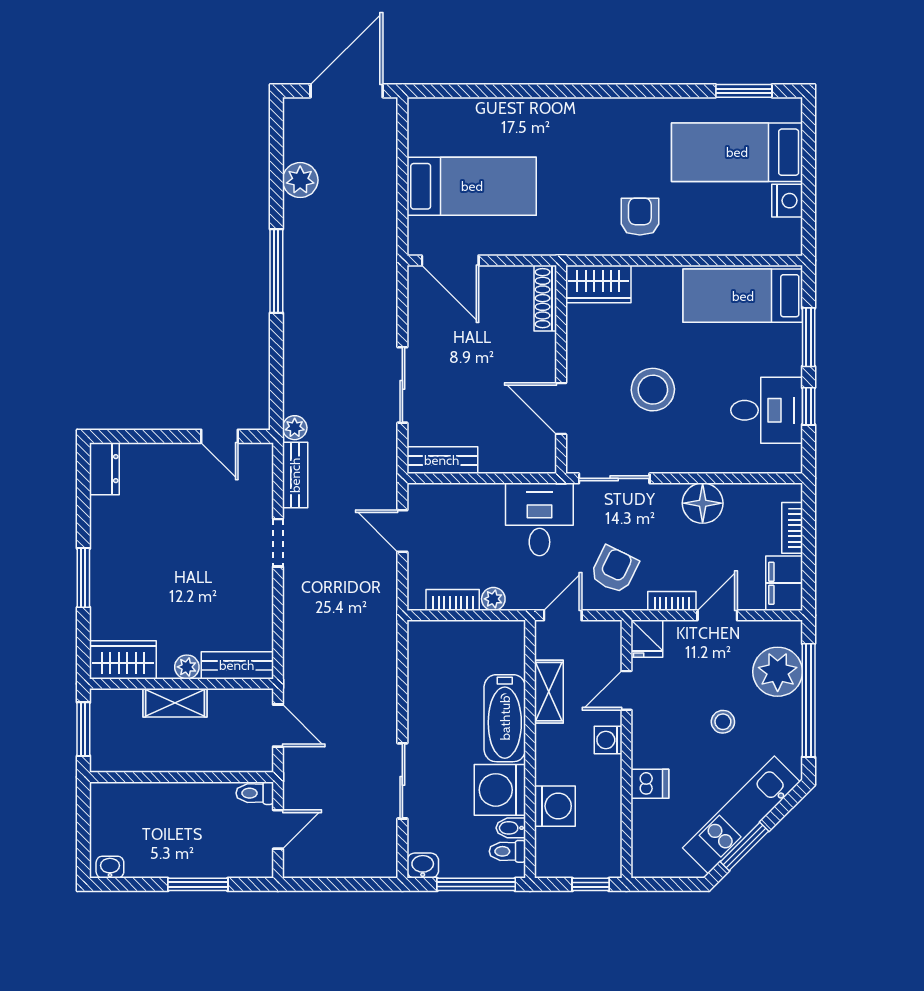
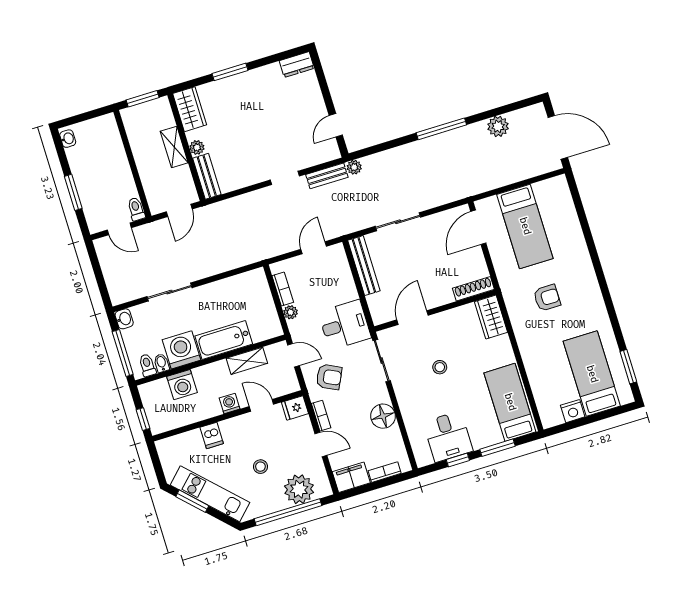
armchair: (640, 217) -> (547, 298), moved
stool: (653, 390) -> (440, 367), width x0.53, depth x0.53
bench: (442, 460) -> (364, 266), width x1.36

